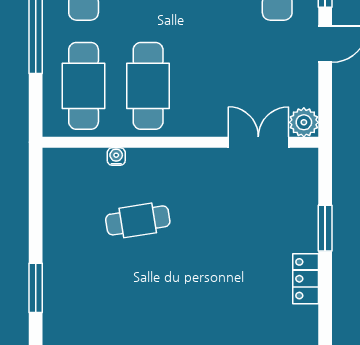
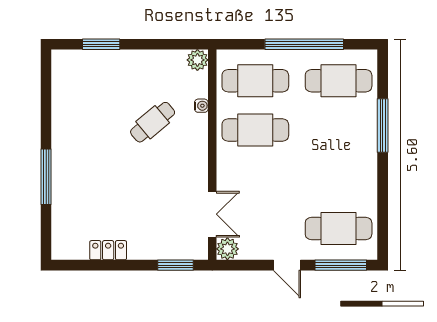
plant: (56, 162) -> (197, 60), added
cafe table: (138, 220) -> (153, 122), turned 59
window: (325, 228) -> (176, 265), moved

